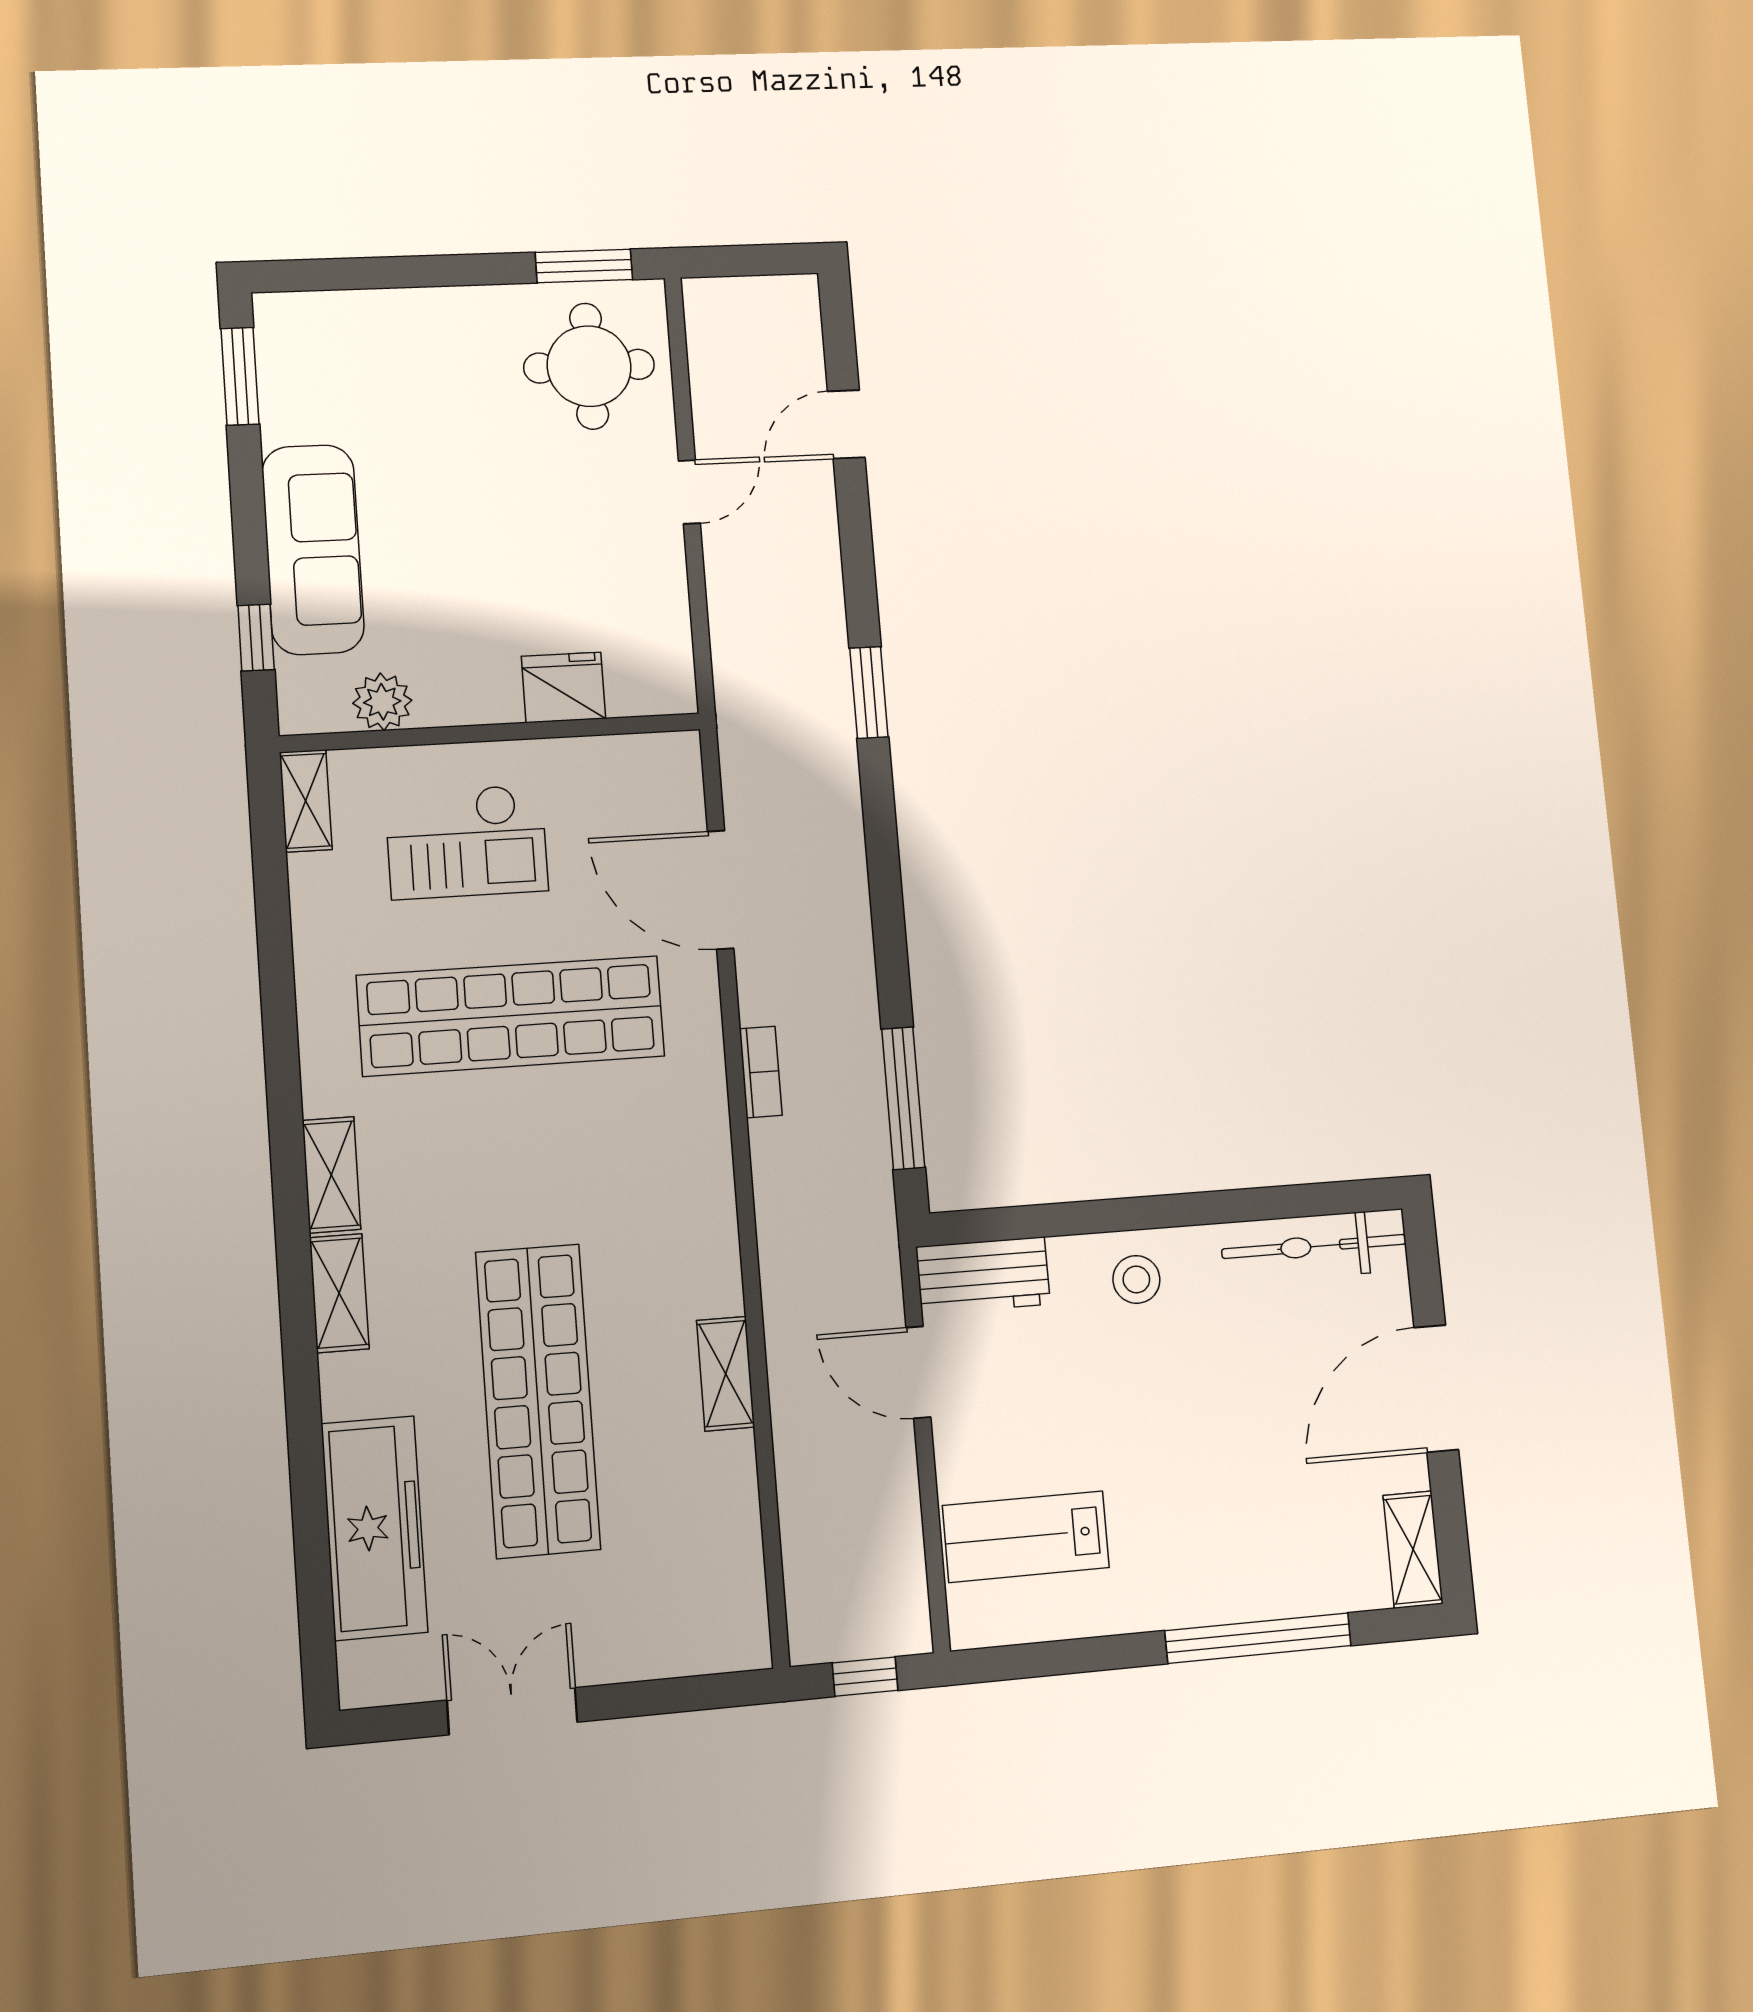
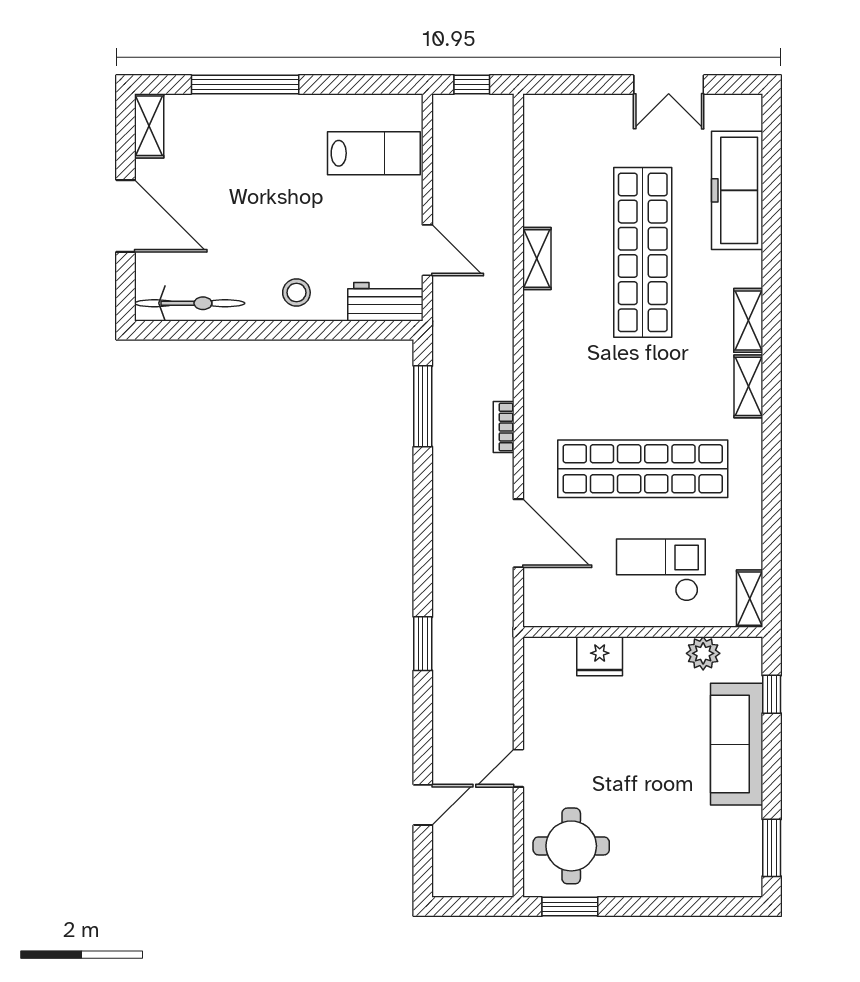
door: (1436, 1389) -> (126, 216), hinge flipped

